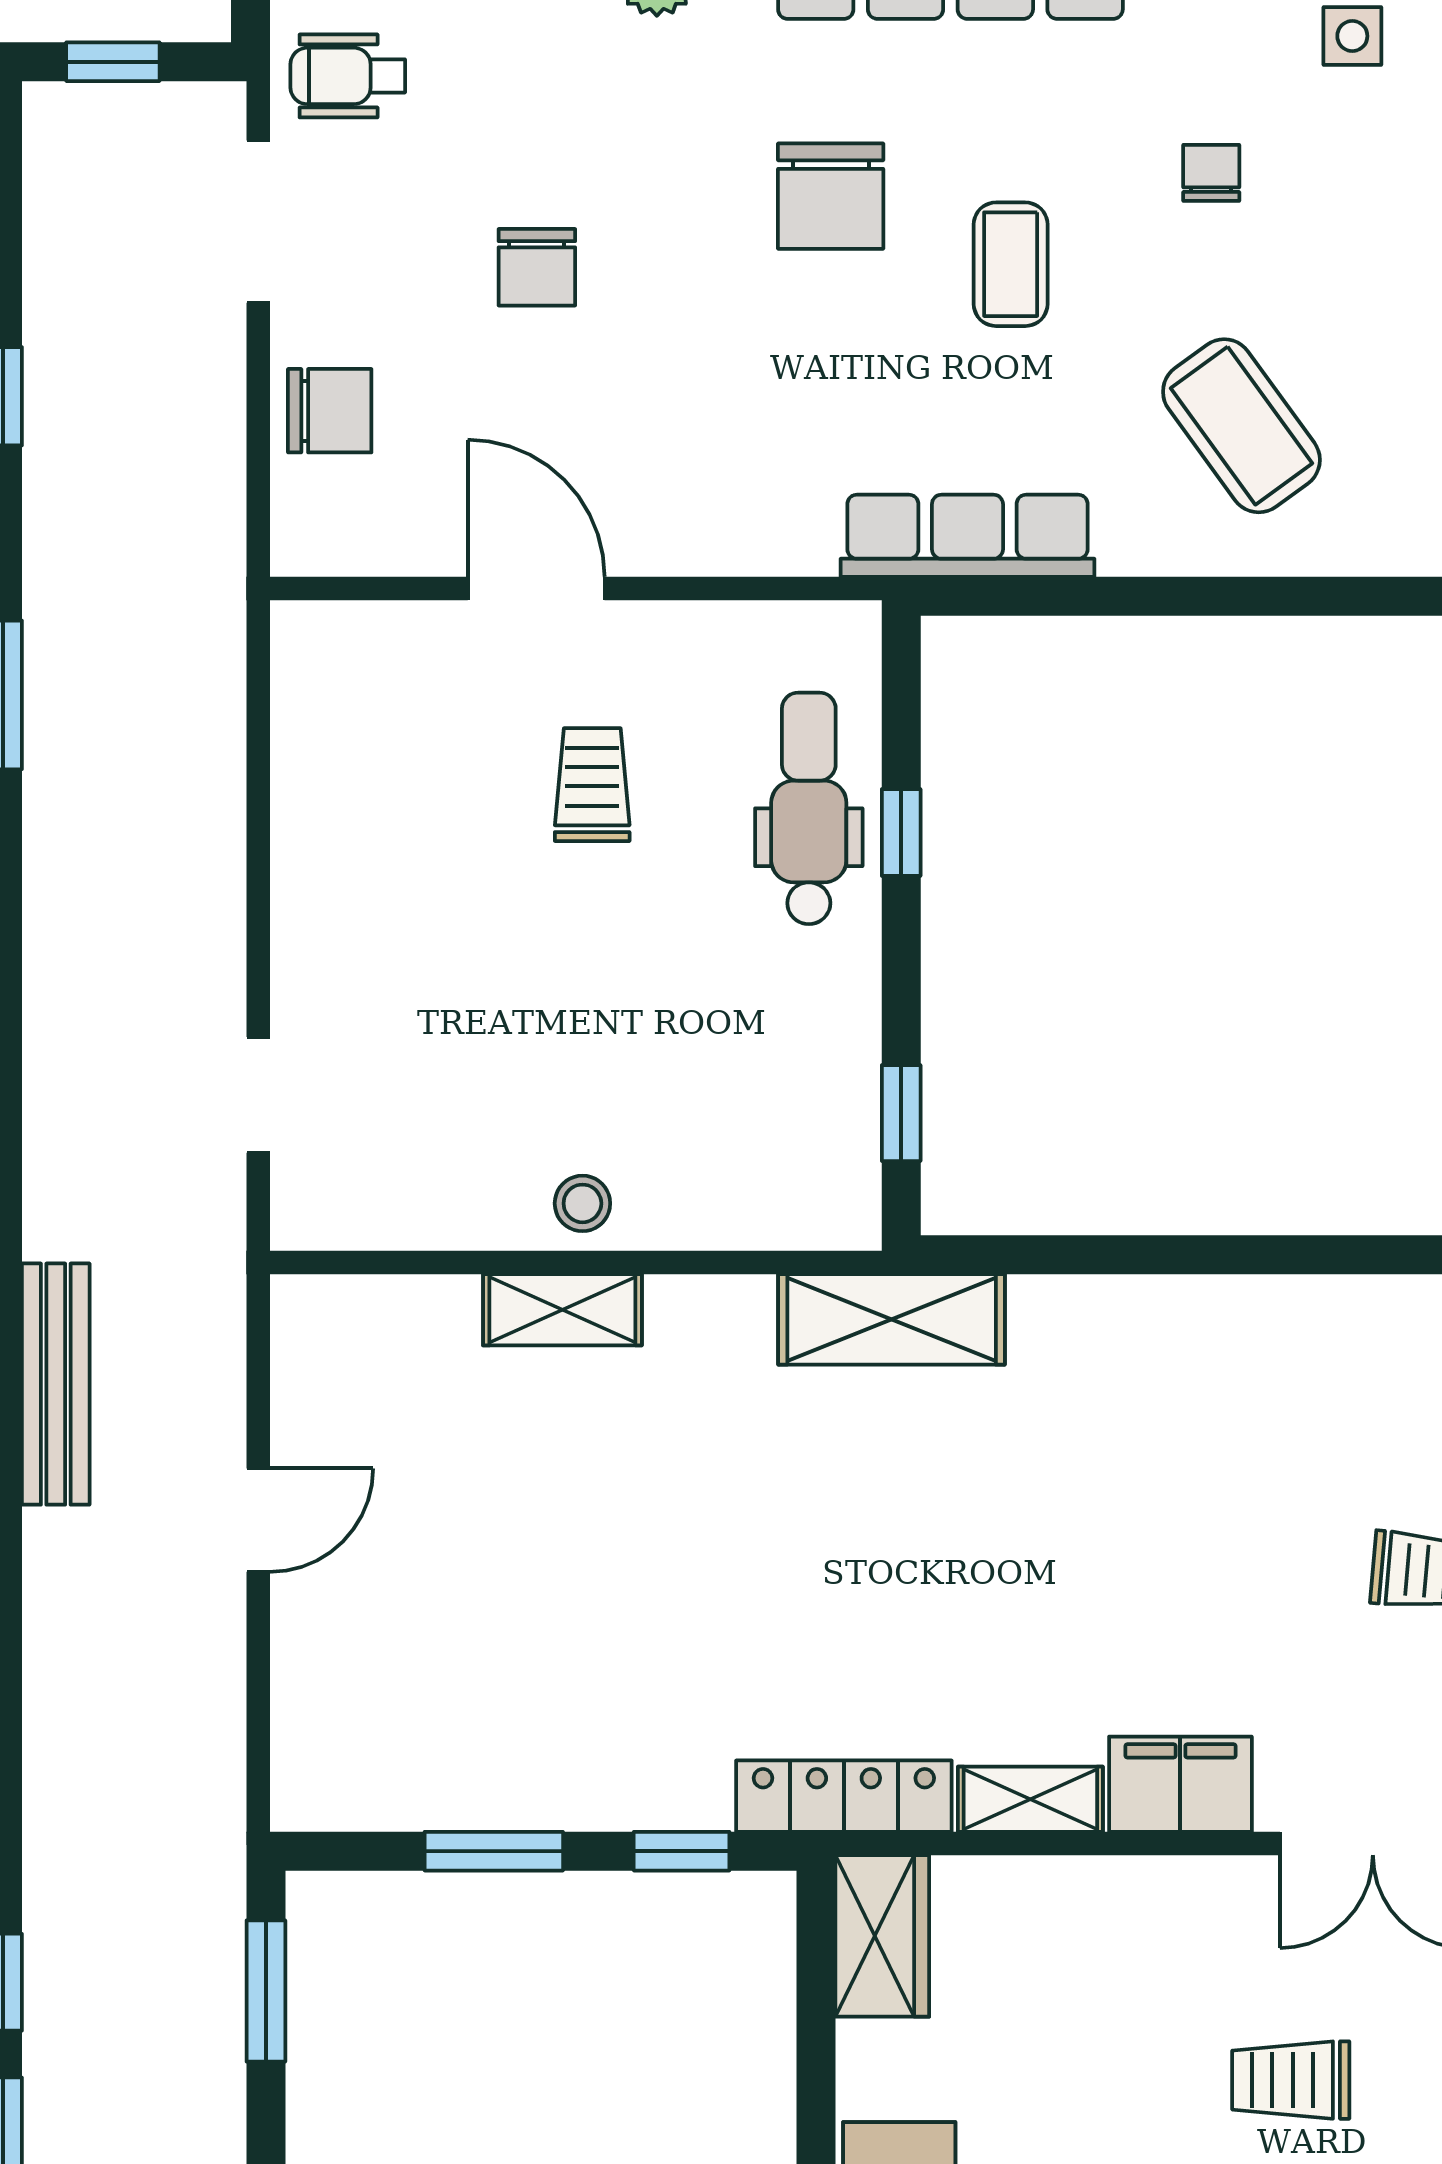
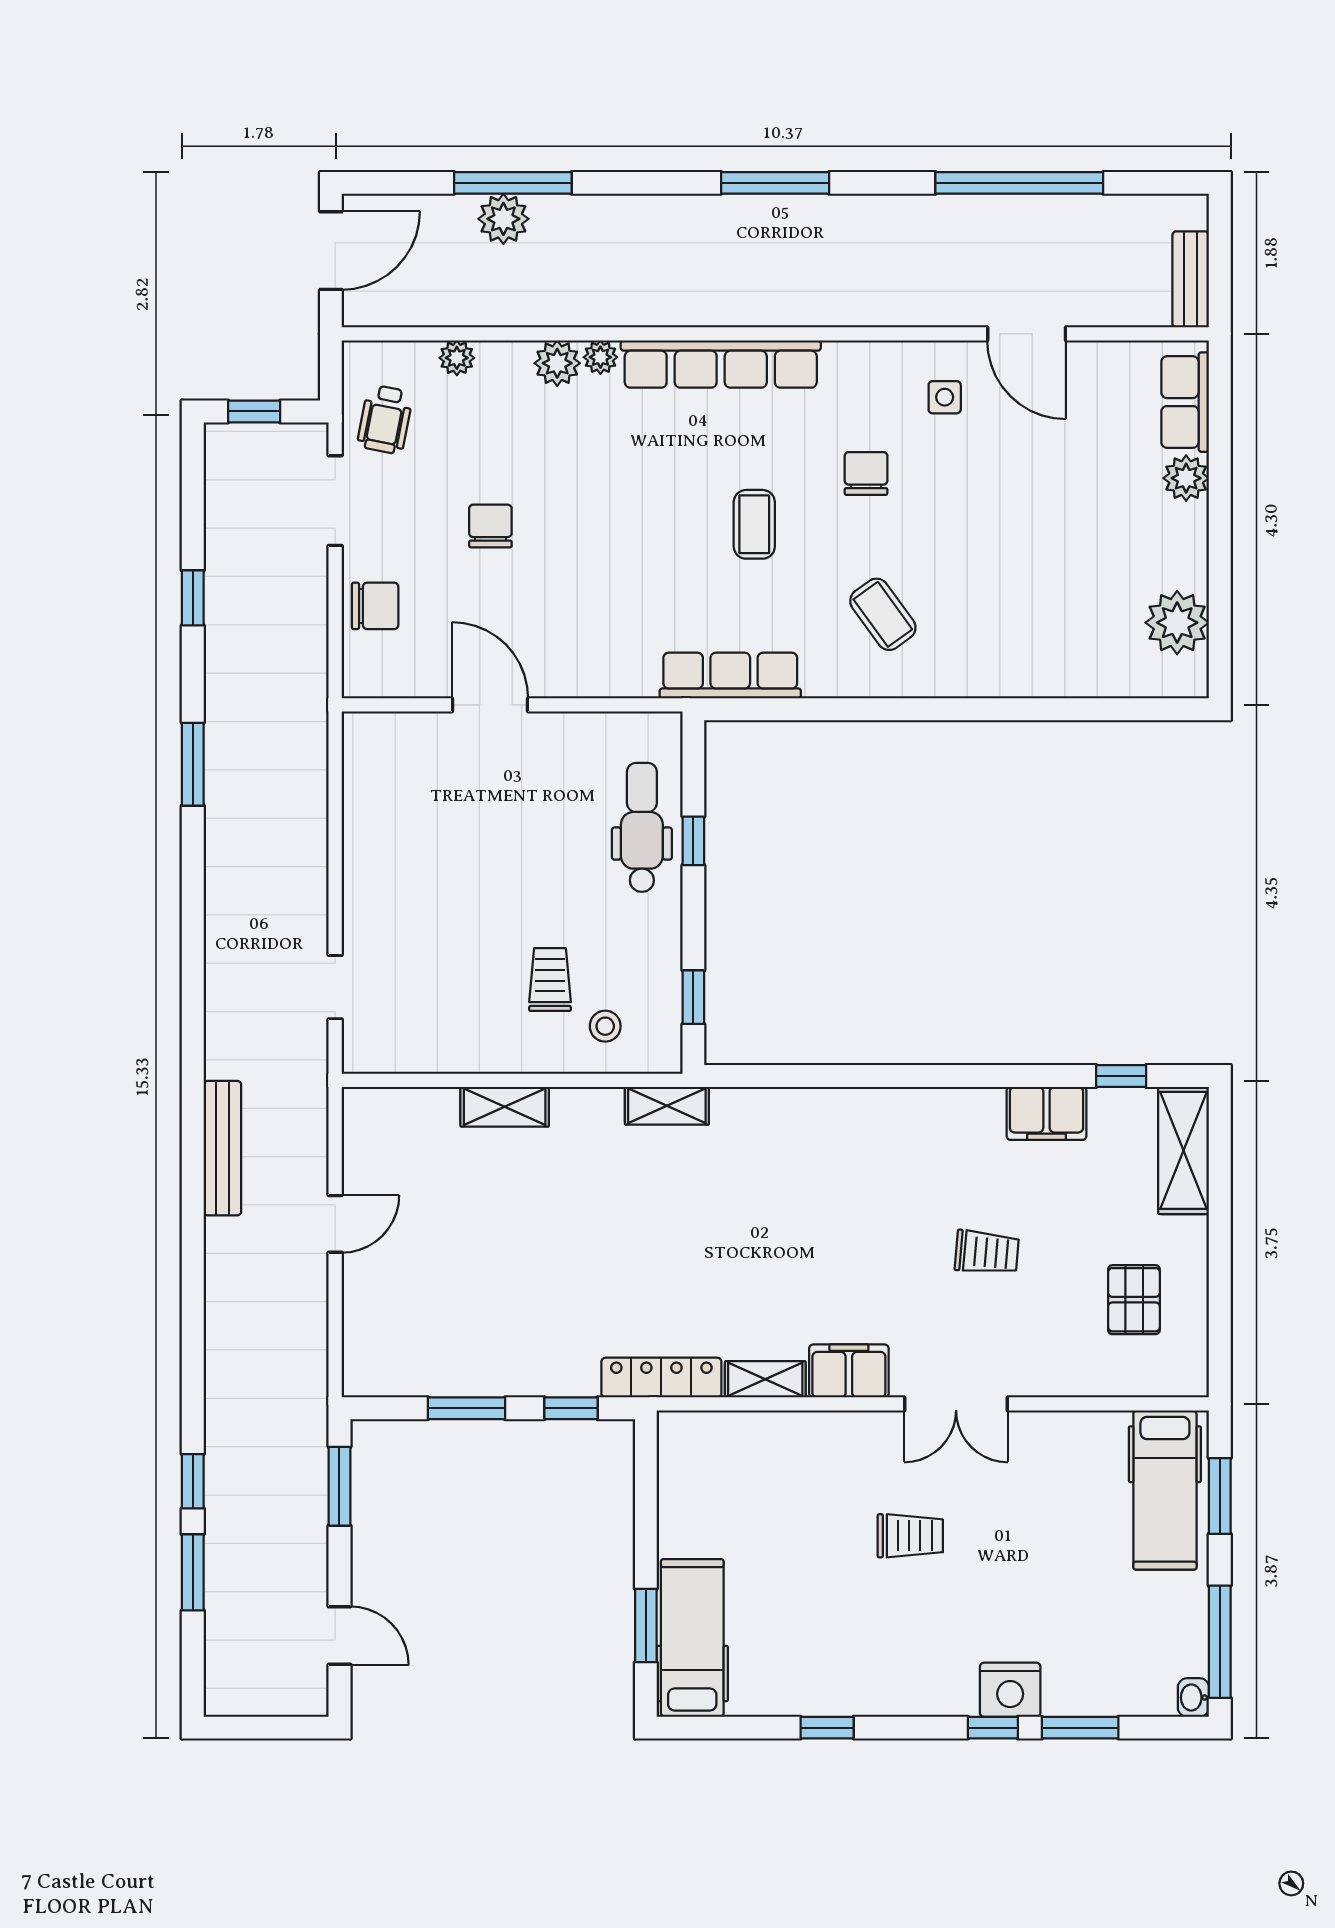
wheelchair: (348, 76) -> (385, 419), turned -79
chair: (1211, 173) -> (866, 473), width x1.37, depth x1.37
chair: (831, 196) -> (654, 486), removed
chair: (537, 267) -> (490, 526), turned 180
coffee table: (1241, 426) -> (883, 614), width x0.73, depth x0.77
trolley: (592, 785) -> (550, 980), moved
stool: (582, 1203) -> (605, 1026), moved
shelving: (892, 1319) -> (667, 1106), width x0.67, depth x0.75
wardrobe: (882, 1936) -> (683, 1455), removed
trolley: (1291, 2080) -> (910, 1536), turned 180

